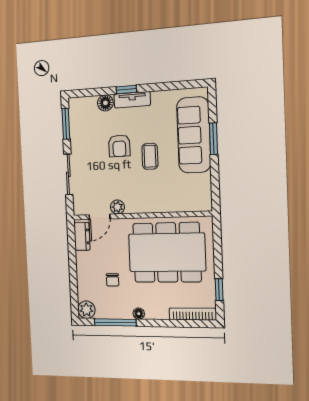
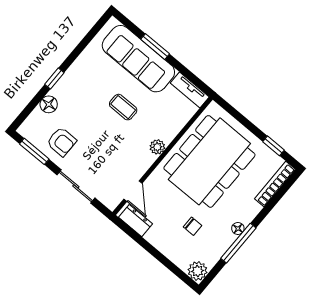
tv unit: (132, 100) -> (190, 90), moved, turned 90
armchair: (119, 146) -> (61, 142), moved
plant: (117, 207) -> (157, 147), moved
window: (115, 322) -> (238, 243), moved

